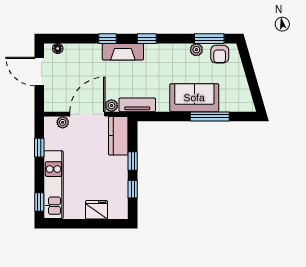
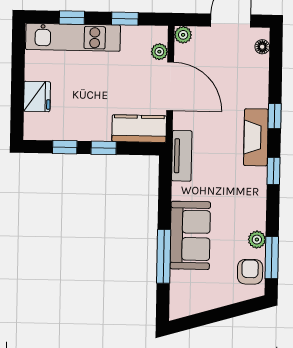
armchair: (220, 54) -> (250, 272), turned 90
plant: (112, 106) -> (183, 35), moved
window: (39, 202) -> (72, 18), moved

